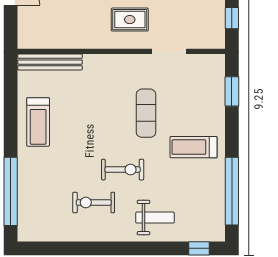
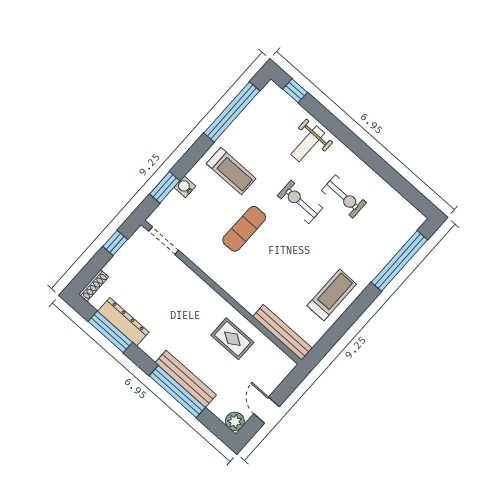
rug: (130, 20) -> (232, 339), moved
doorway: (169, 51) -> (164, 241), moved
water cooler: (217, 105) -> (185, 187), added
weight bench: (155, 218) -> (308, 144), turned -90

